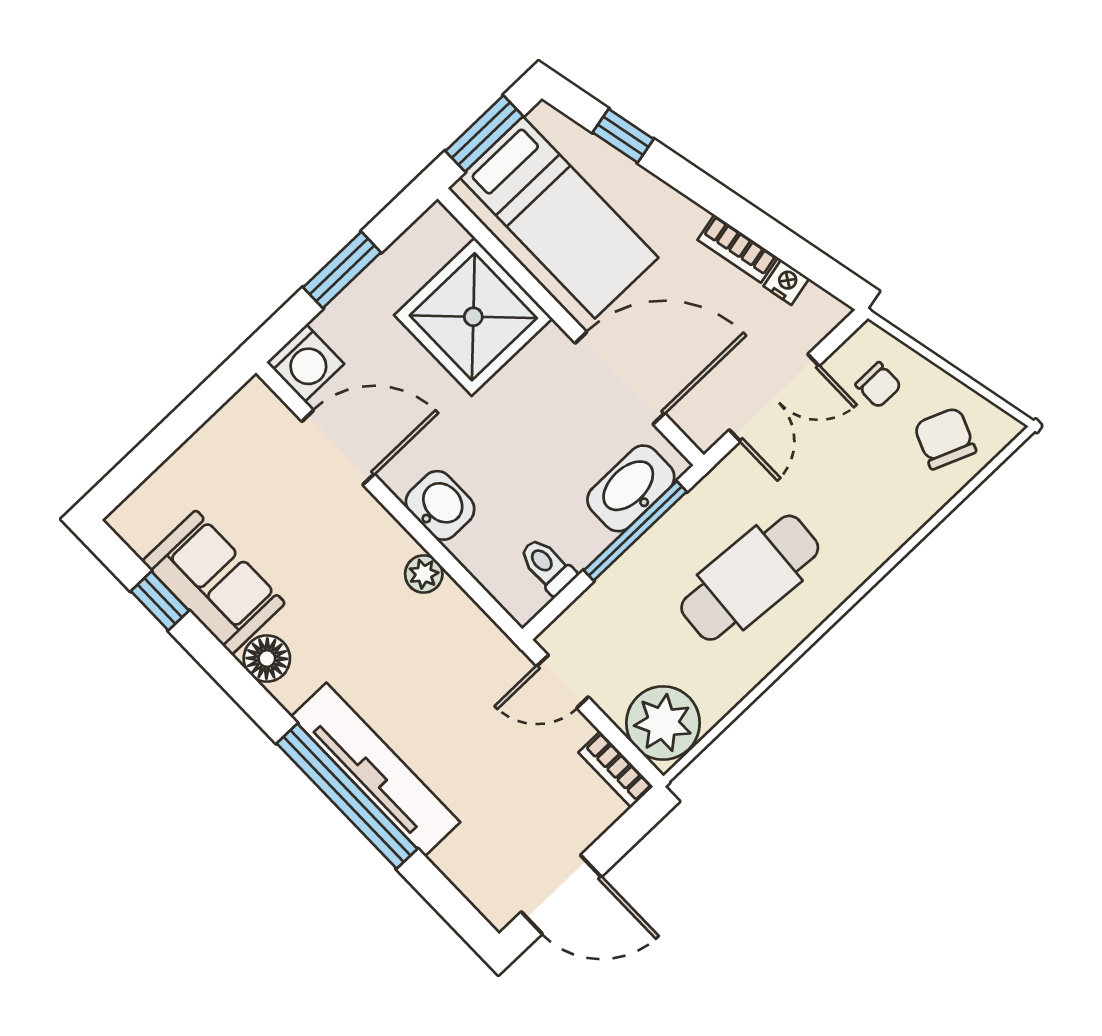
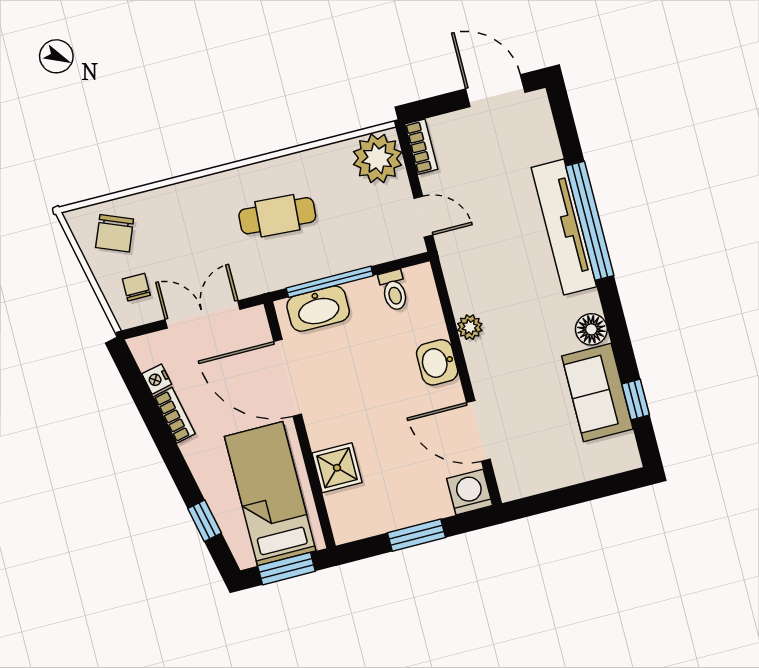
shower: (473, 317) -> (337, 468), width x0.54, depth x0.54
cafe table: (750, 578) -> (277, 216), width x0.73, depth x0.74

